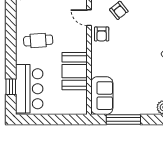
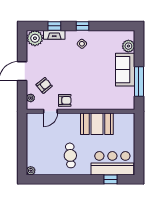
sofa: (102, 96) -> (125, 70), moved, turned -90

